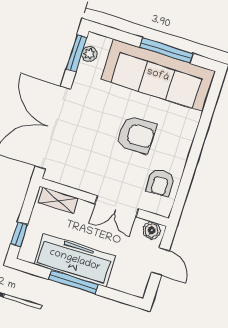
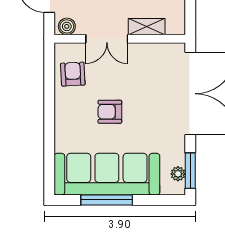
armchair: (136, 135) -> (110, 112), width x0.72, depth x0.72
shelving: (58, 200) -> (147, 27), moved
double door: (117, 206) -> (107, 39), swing flipped

